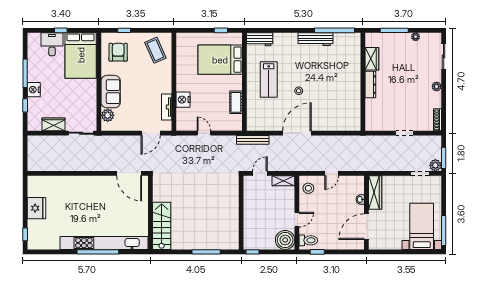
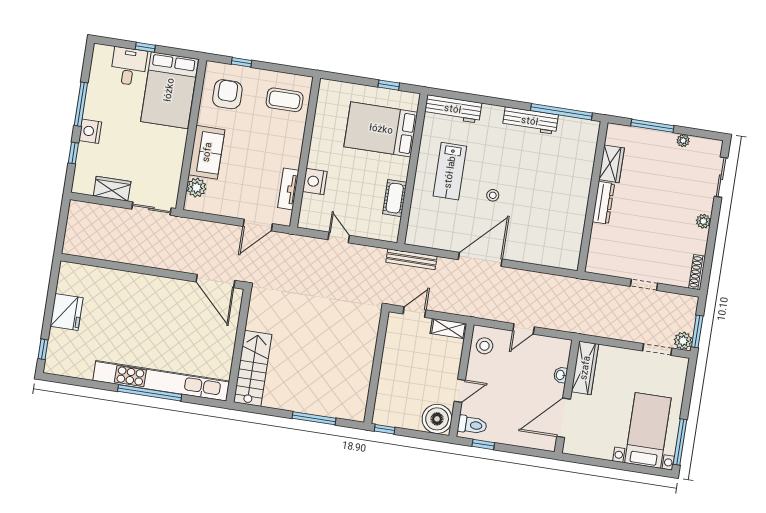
workbench: (260, 39) -> (453, 109), width x1.38
coffee table: (155, 50) -> (285, 100), turned -66

